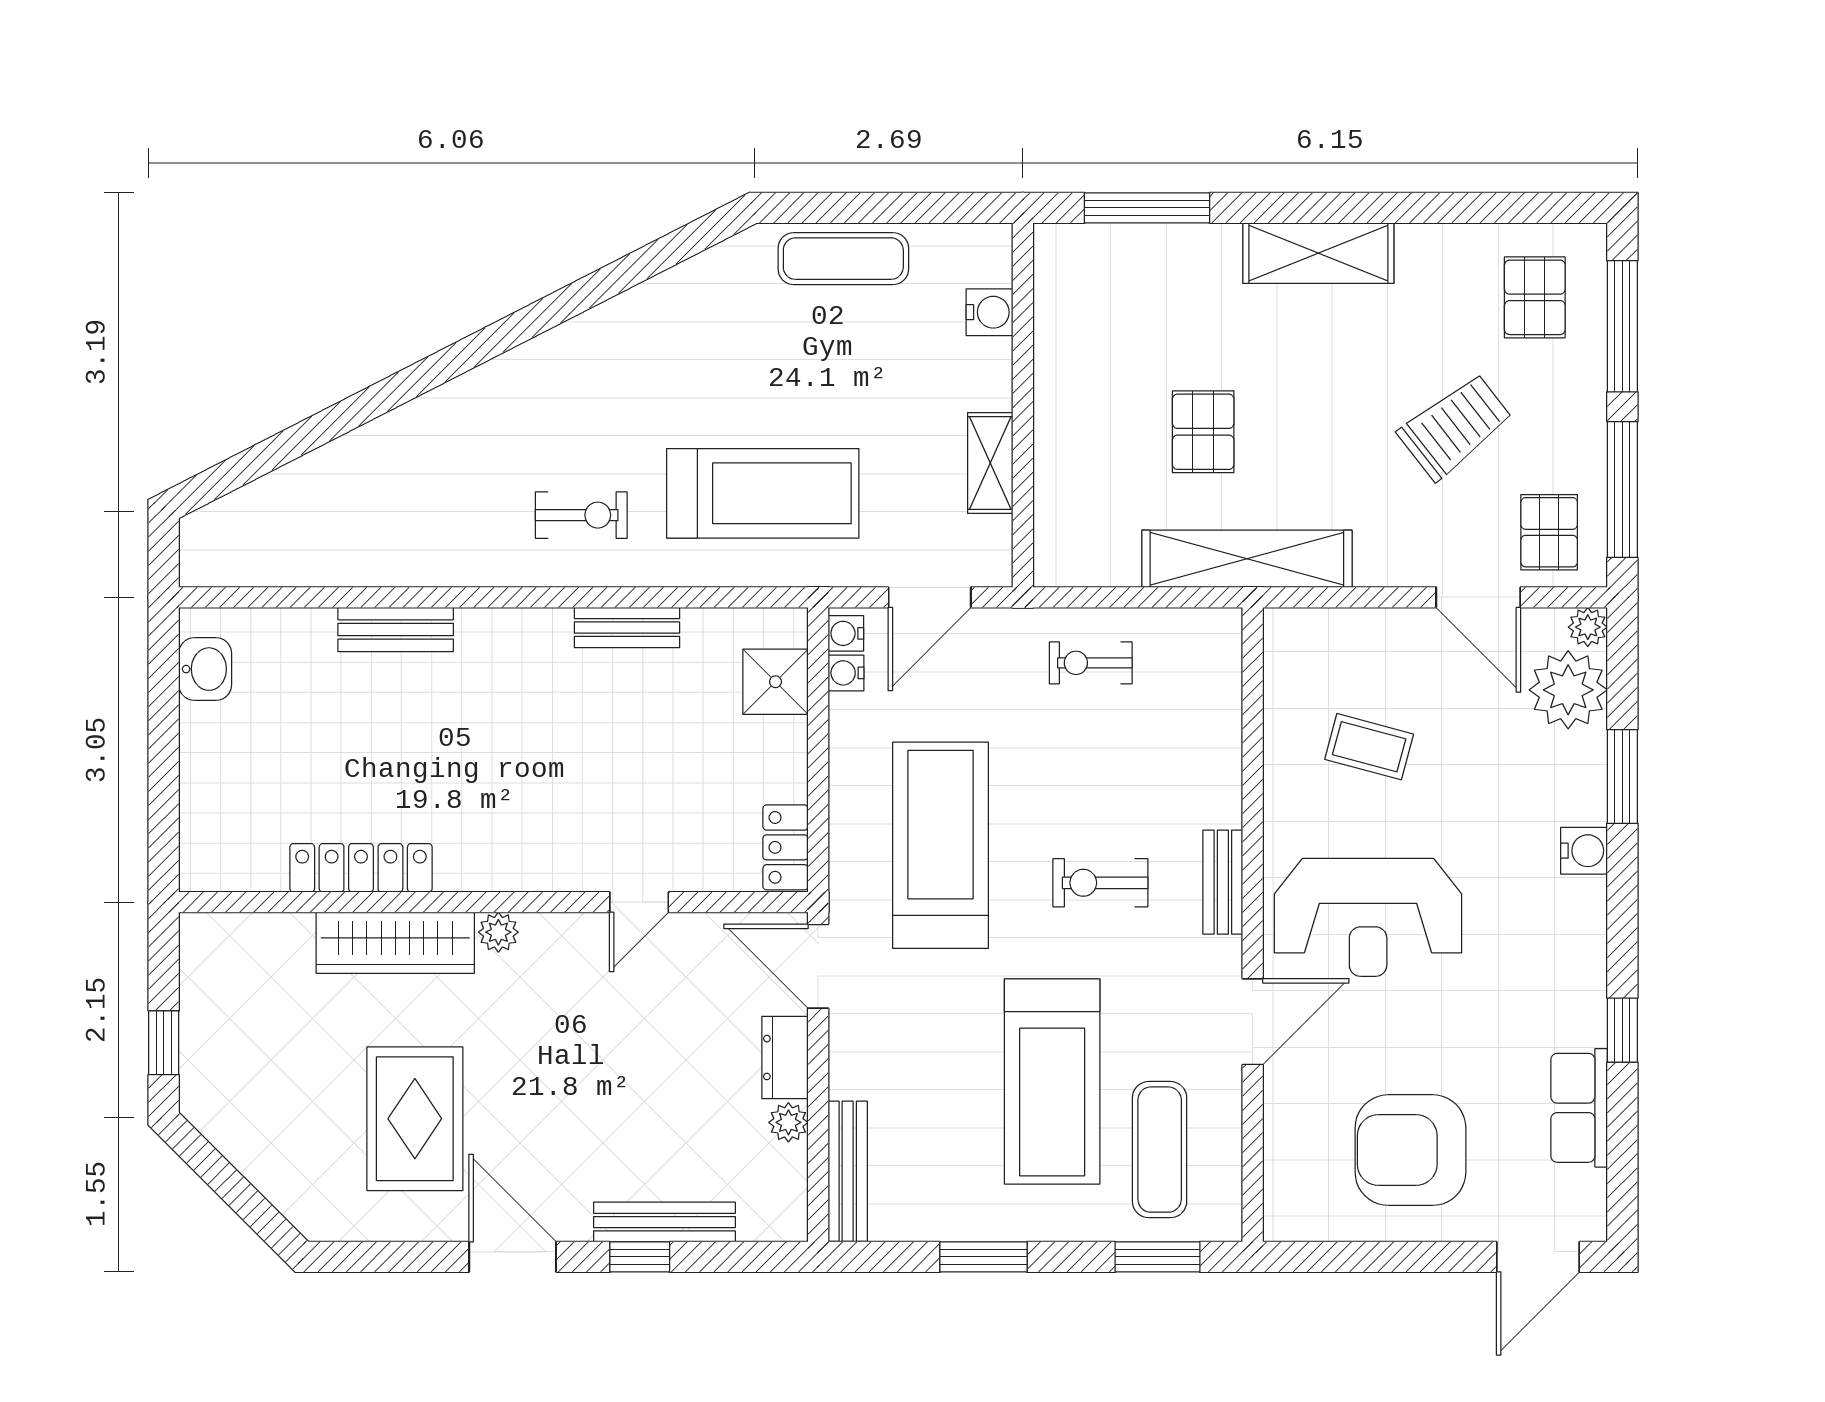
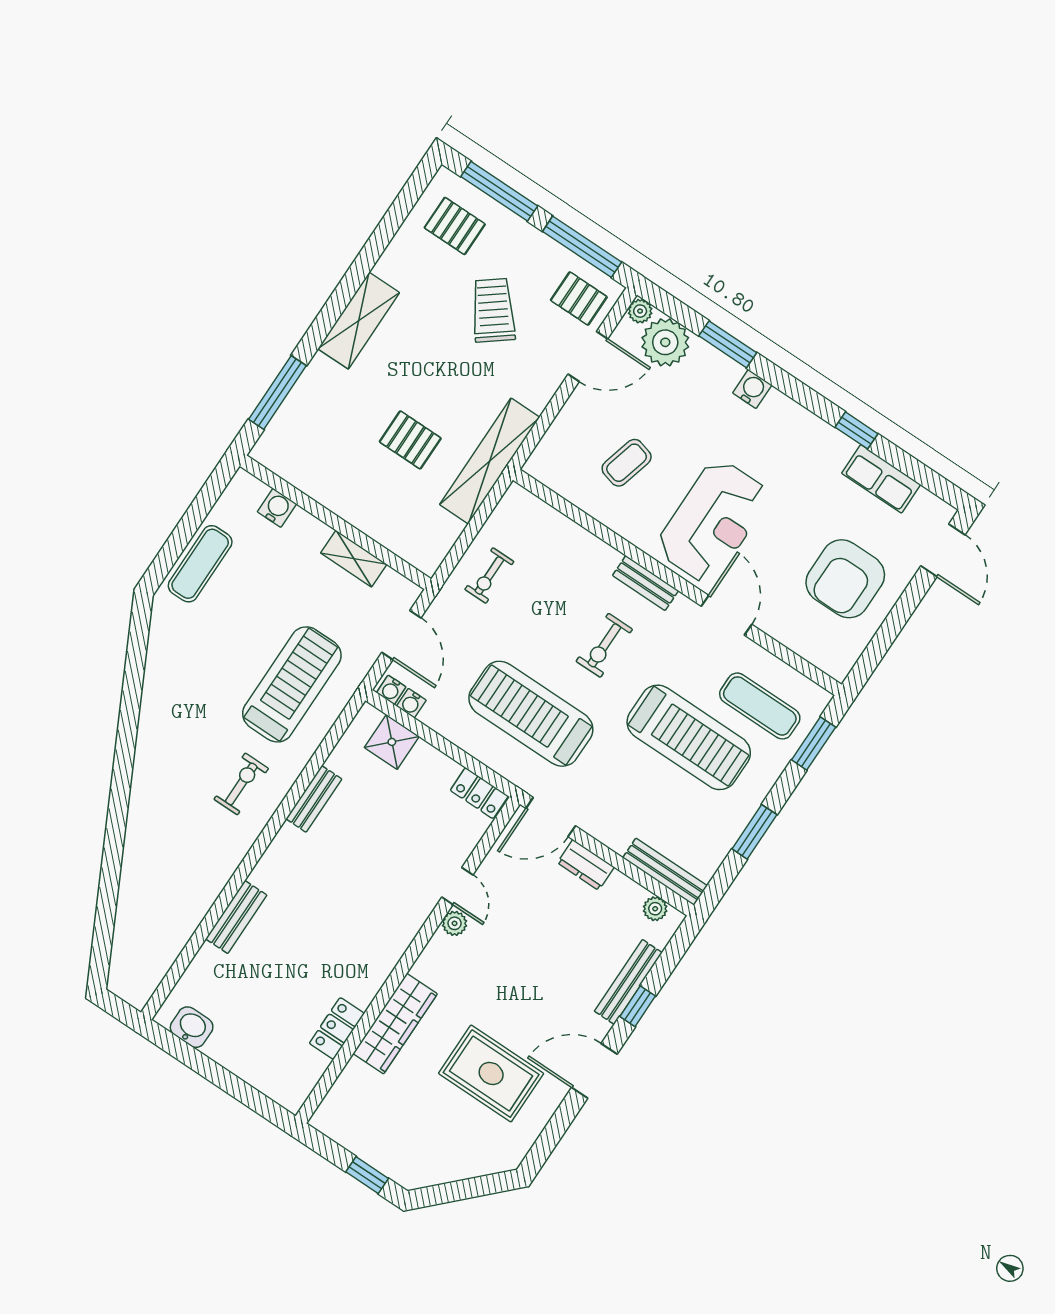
locker: (361, 868) -> (337, 1028), width x0.66
plant: (498, 932) -> (455, 923), moved
plant: (788, 1122) -> (655, 909), moved

